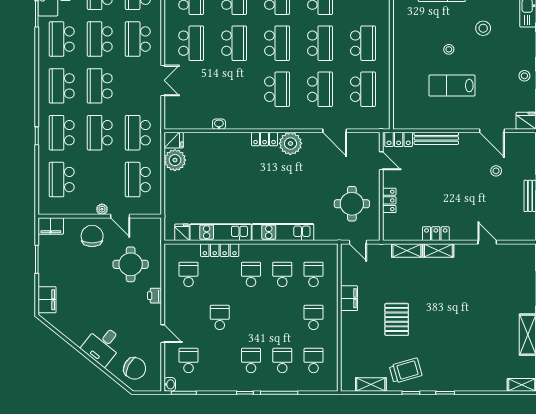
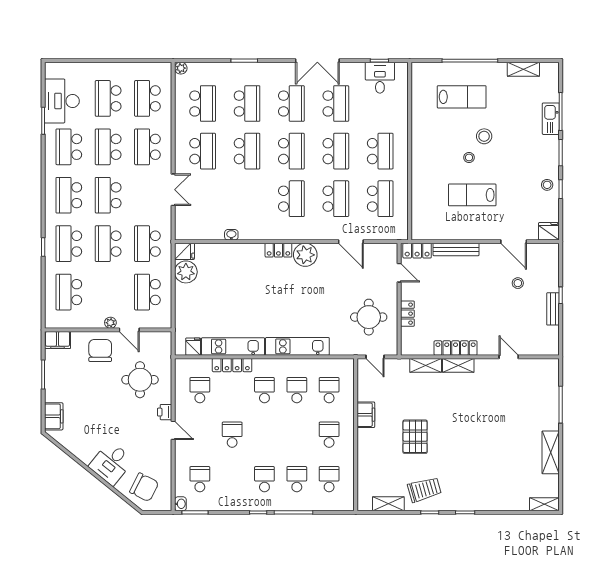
stool: (483, 28) -> (484, 136), moved
locker: (436, 234) -> (456, 348), width x1.53
door: (163, 334) -> (173, 430), moved

